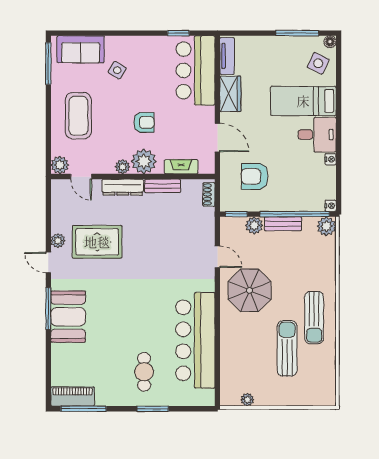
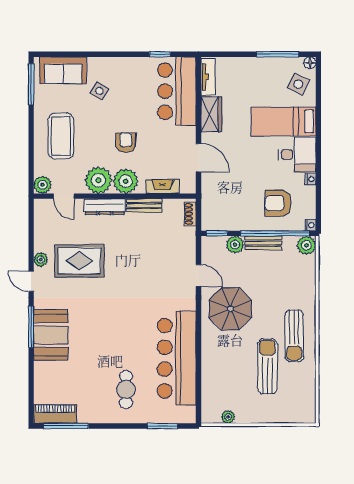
armchair: (144, 122) -> (126, 143), turned -90
plant: (123, 167) -> (98, 180), width x1.87, depth x1.87
armchair: (255, 176) -> (278, 203), moved
window: (153, 409) -> (163, 426), moved

